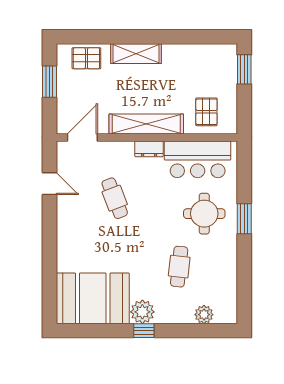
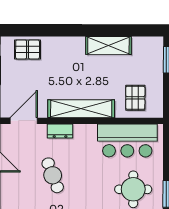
shelving: (136, 54) -> (108, 45), moved
dresser: (149, 149) -> (60, 131), moved

